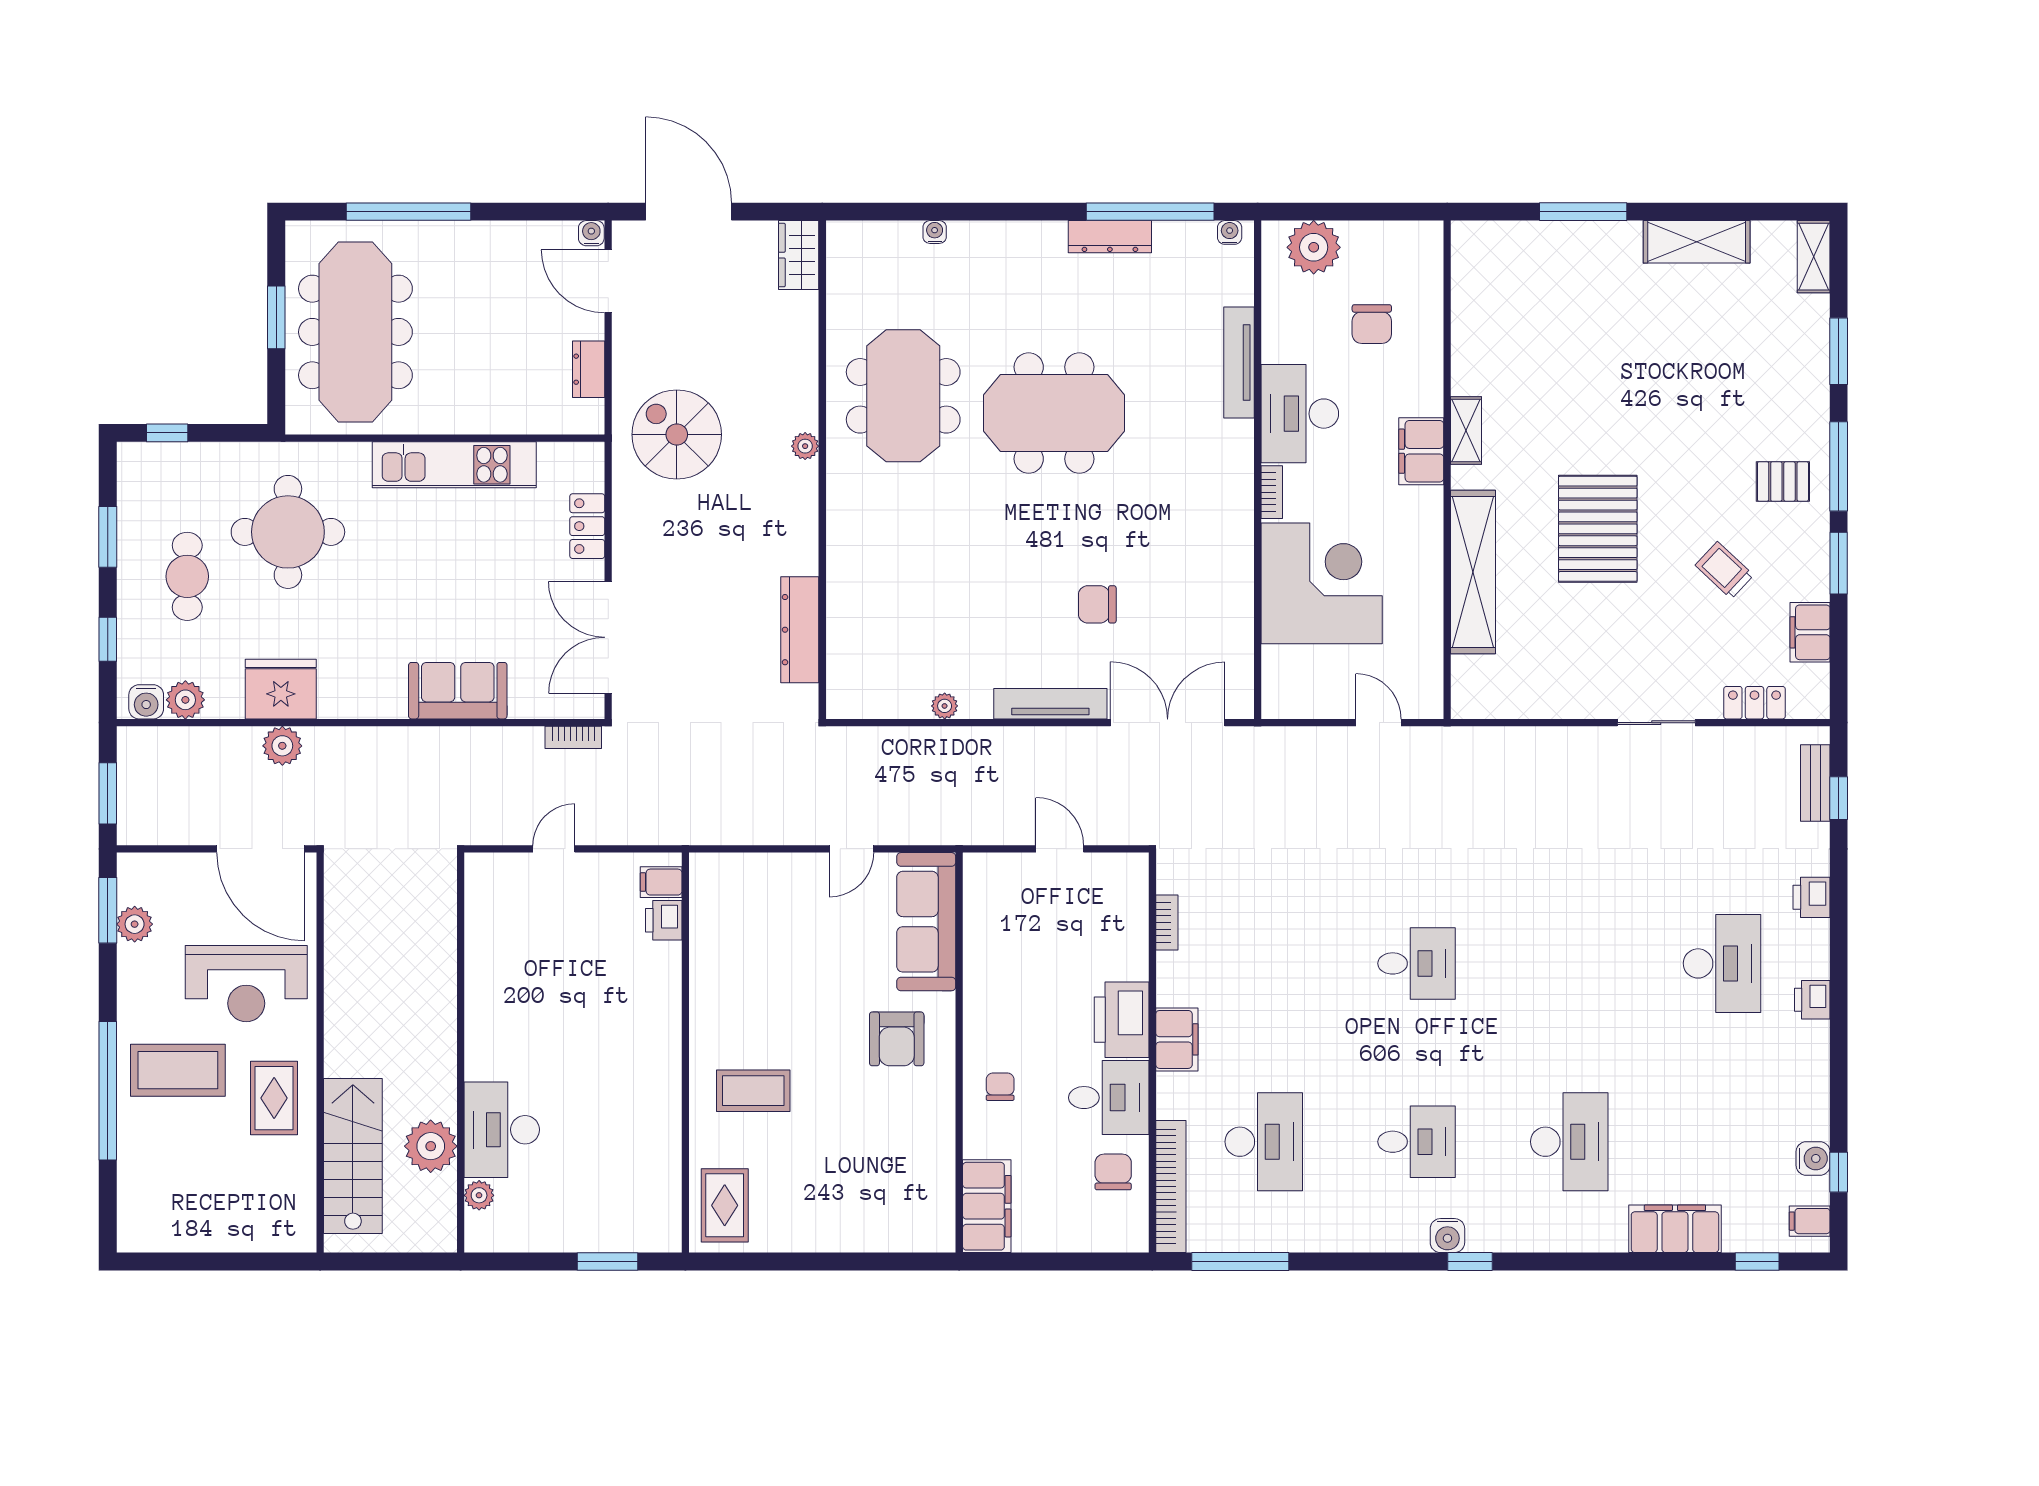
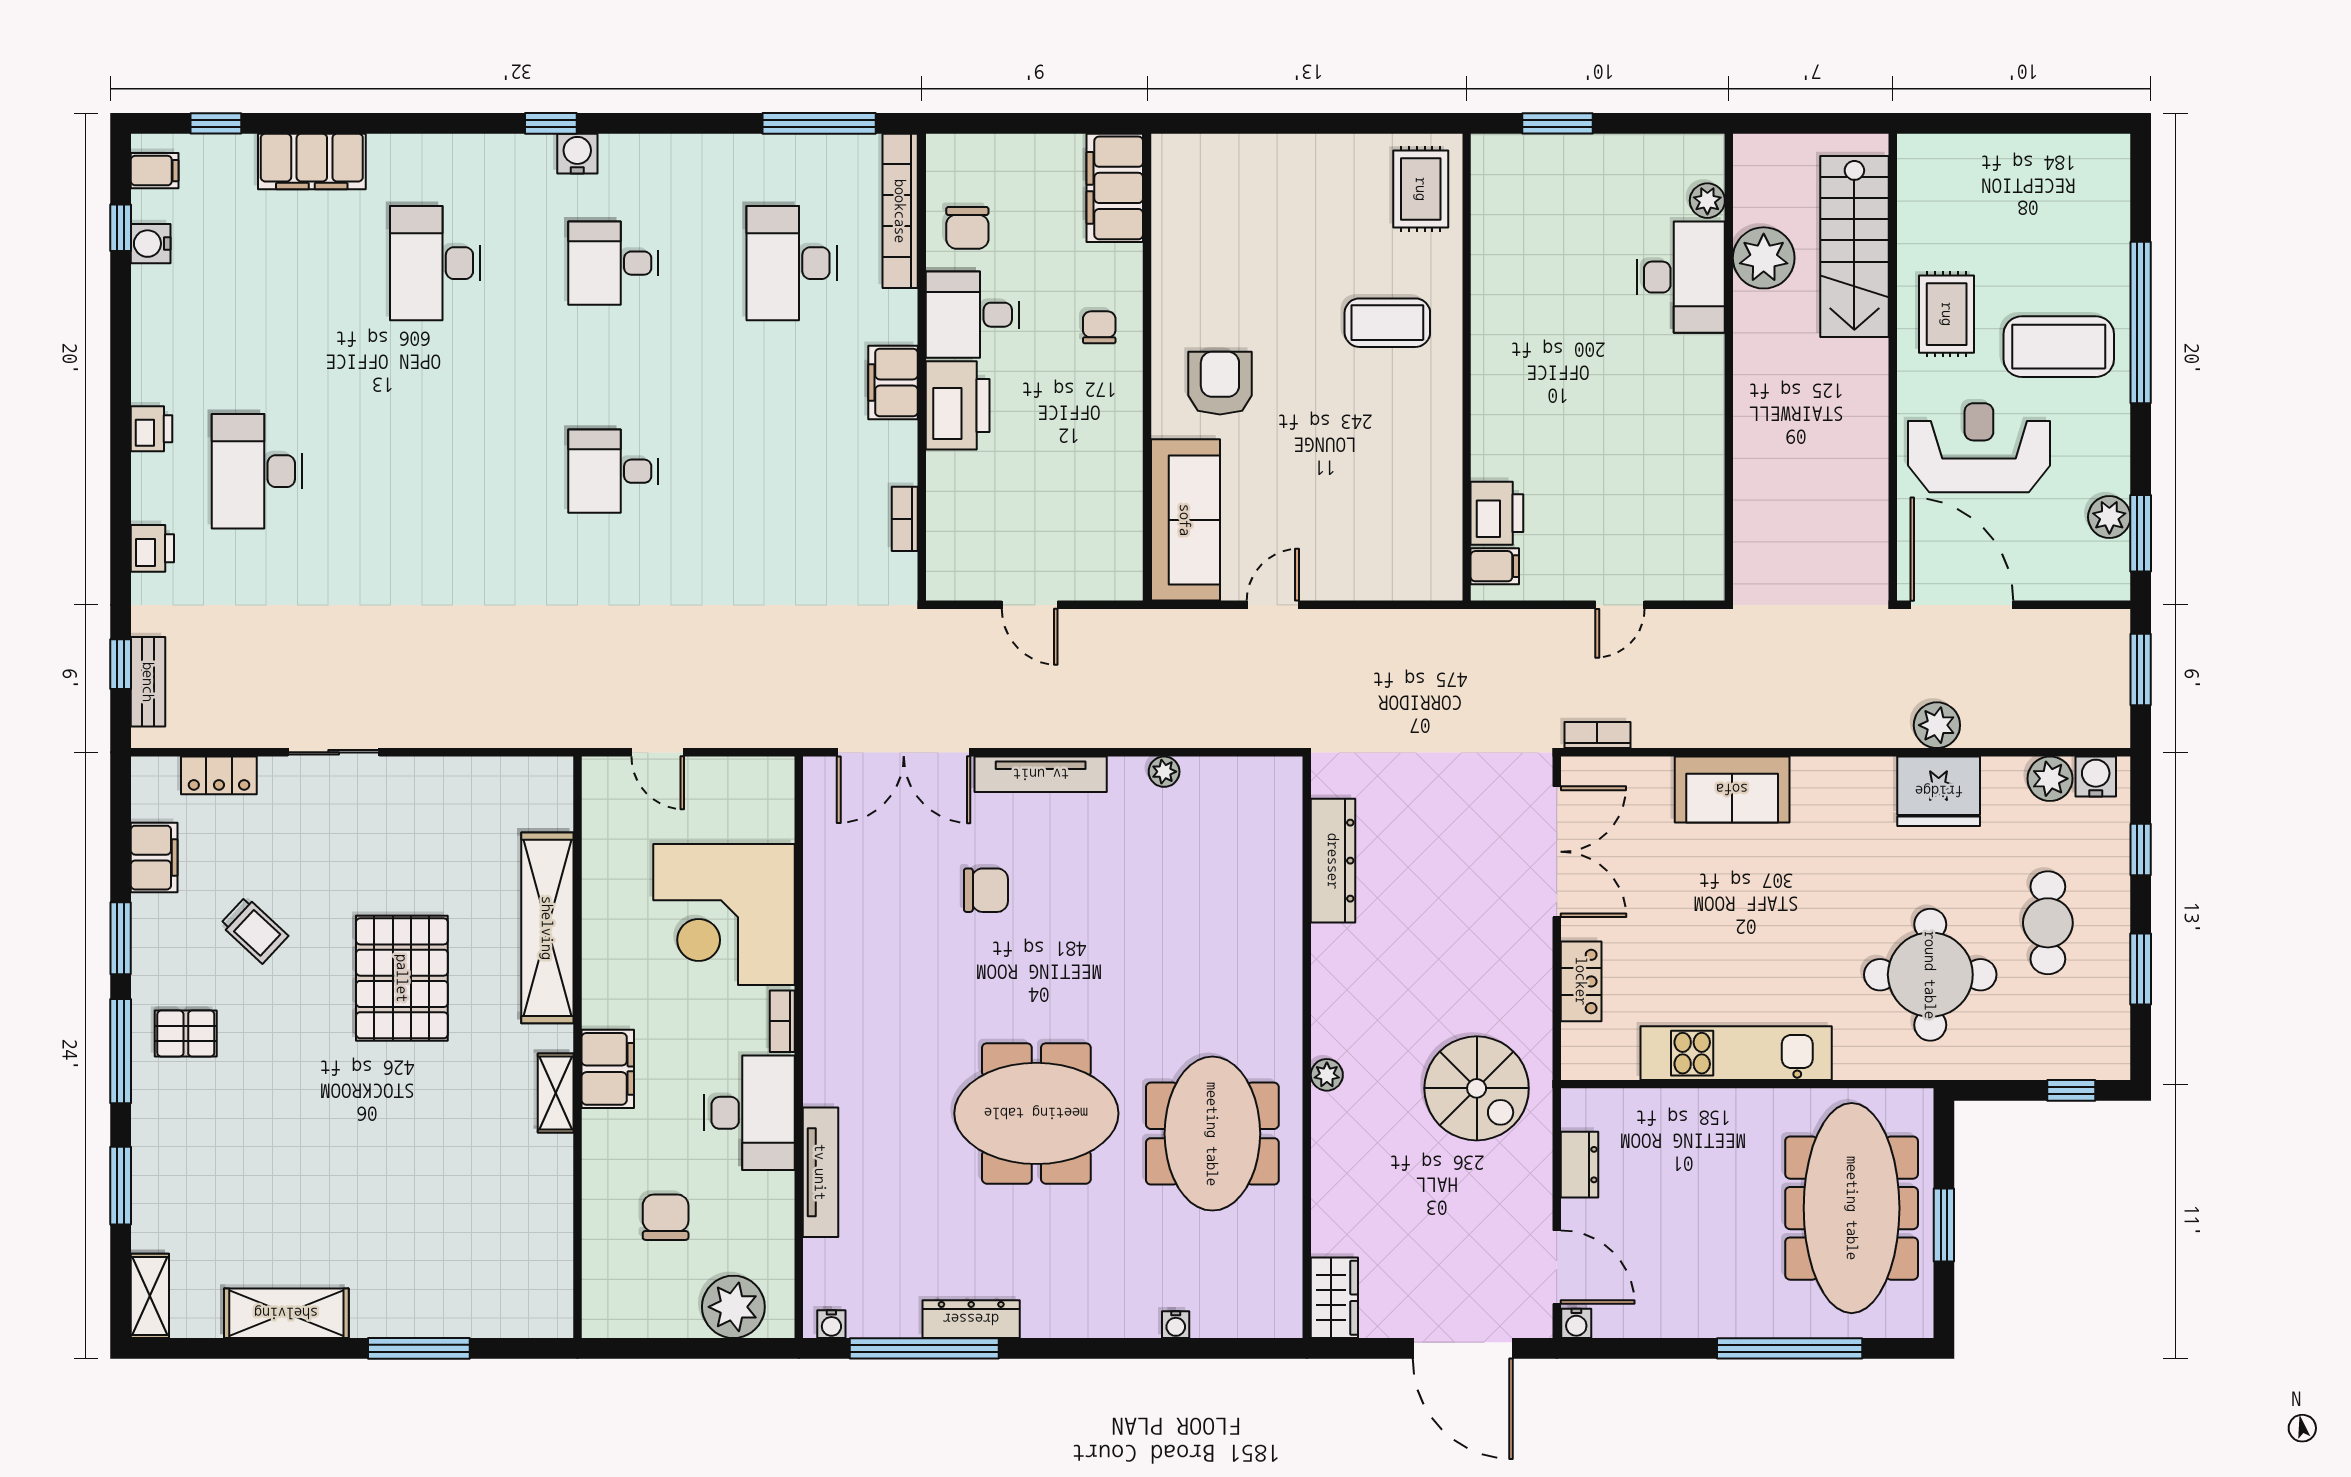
printer: (664, 920) -> (1497, 513), width x1.36, depth x1.24
chair: (1000, 1087) -> (1099, 327), turned 180

